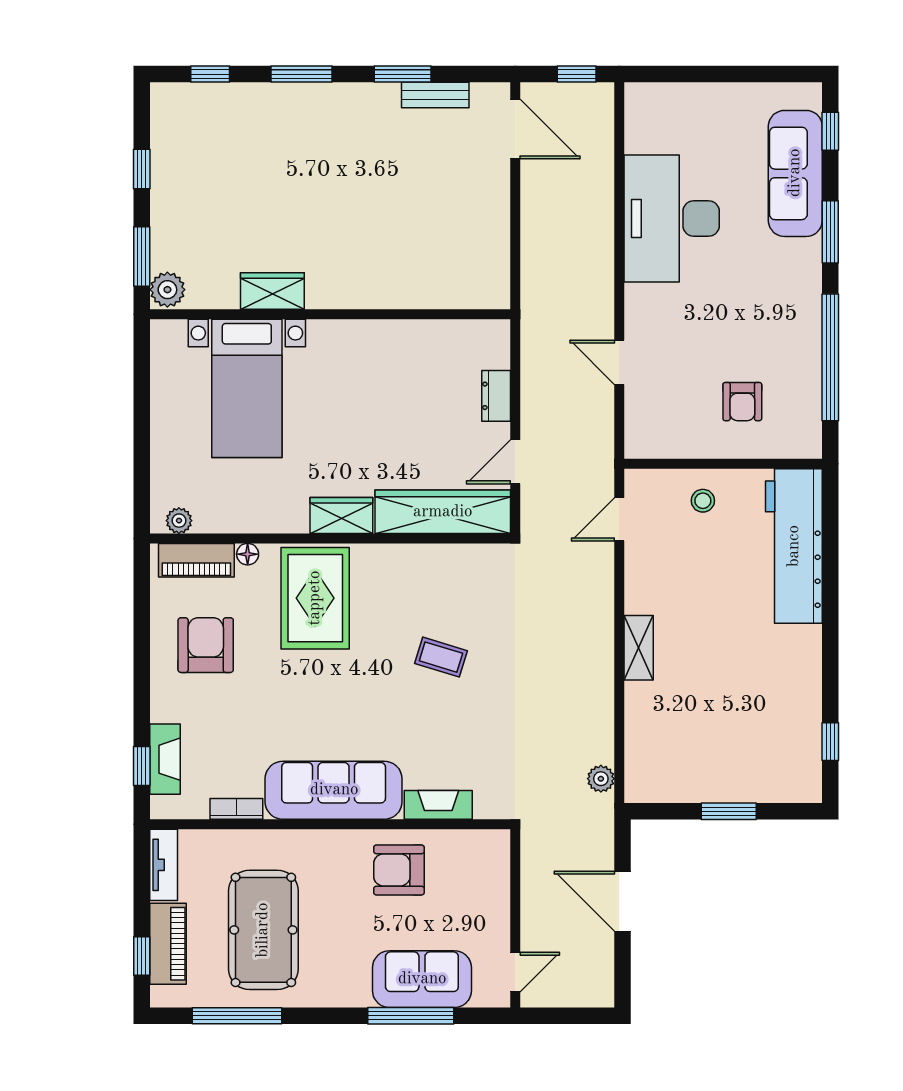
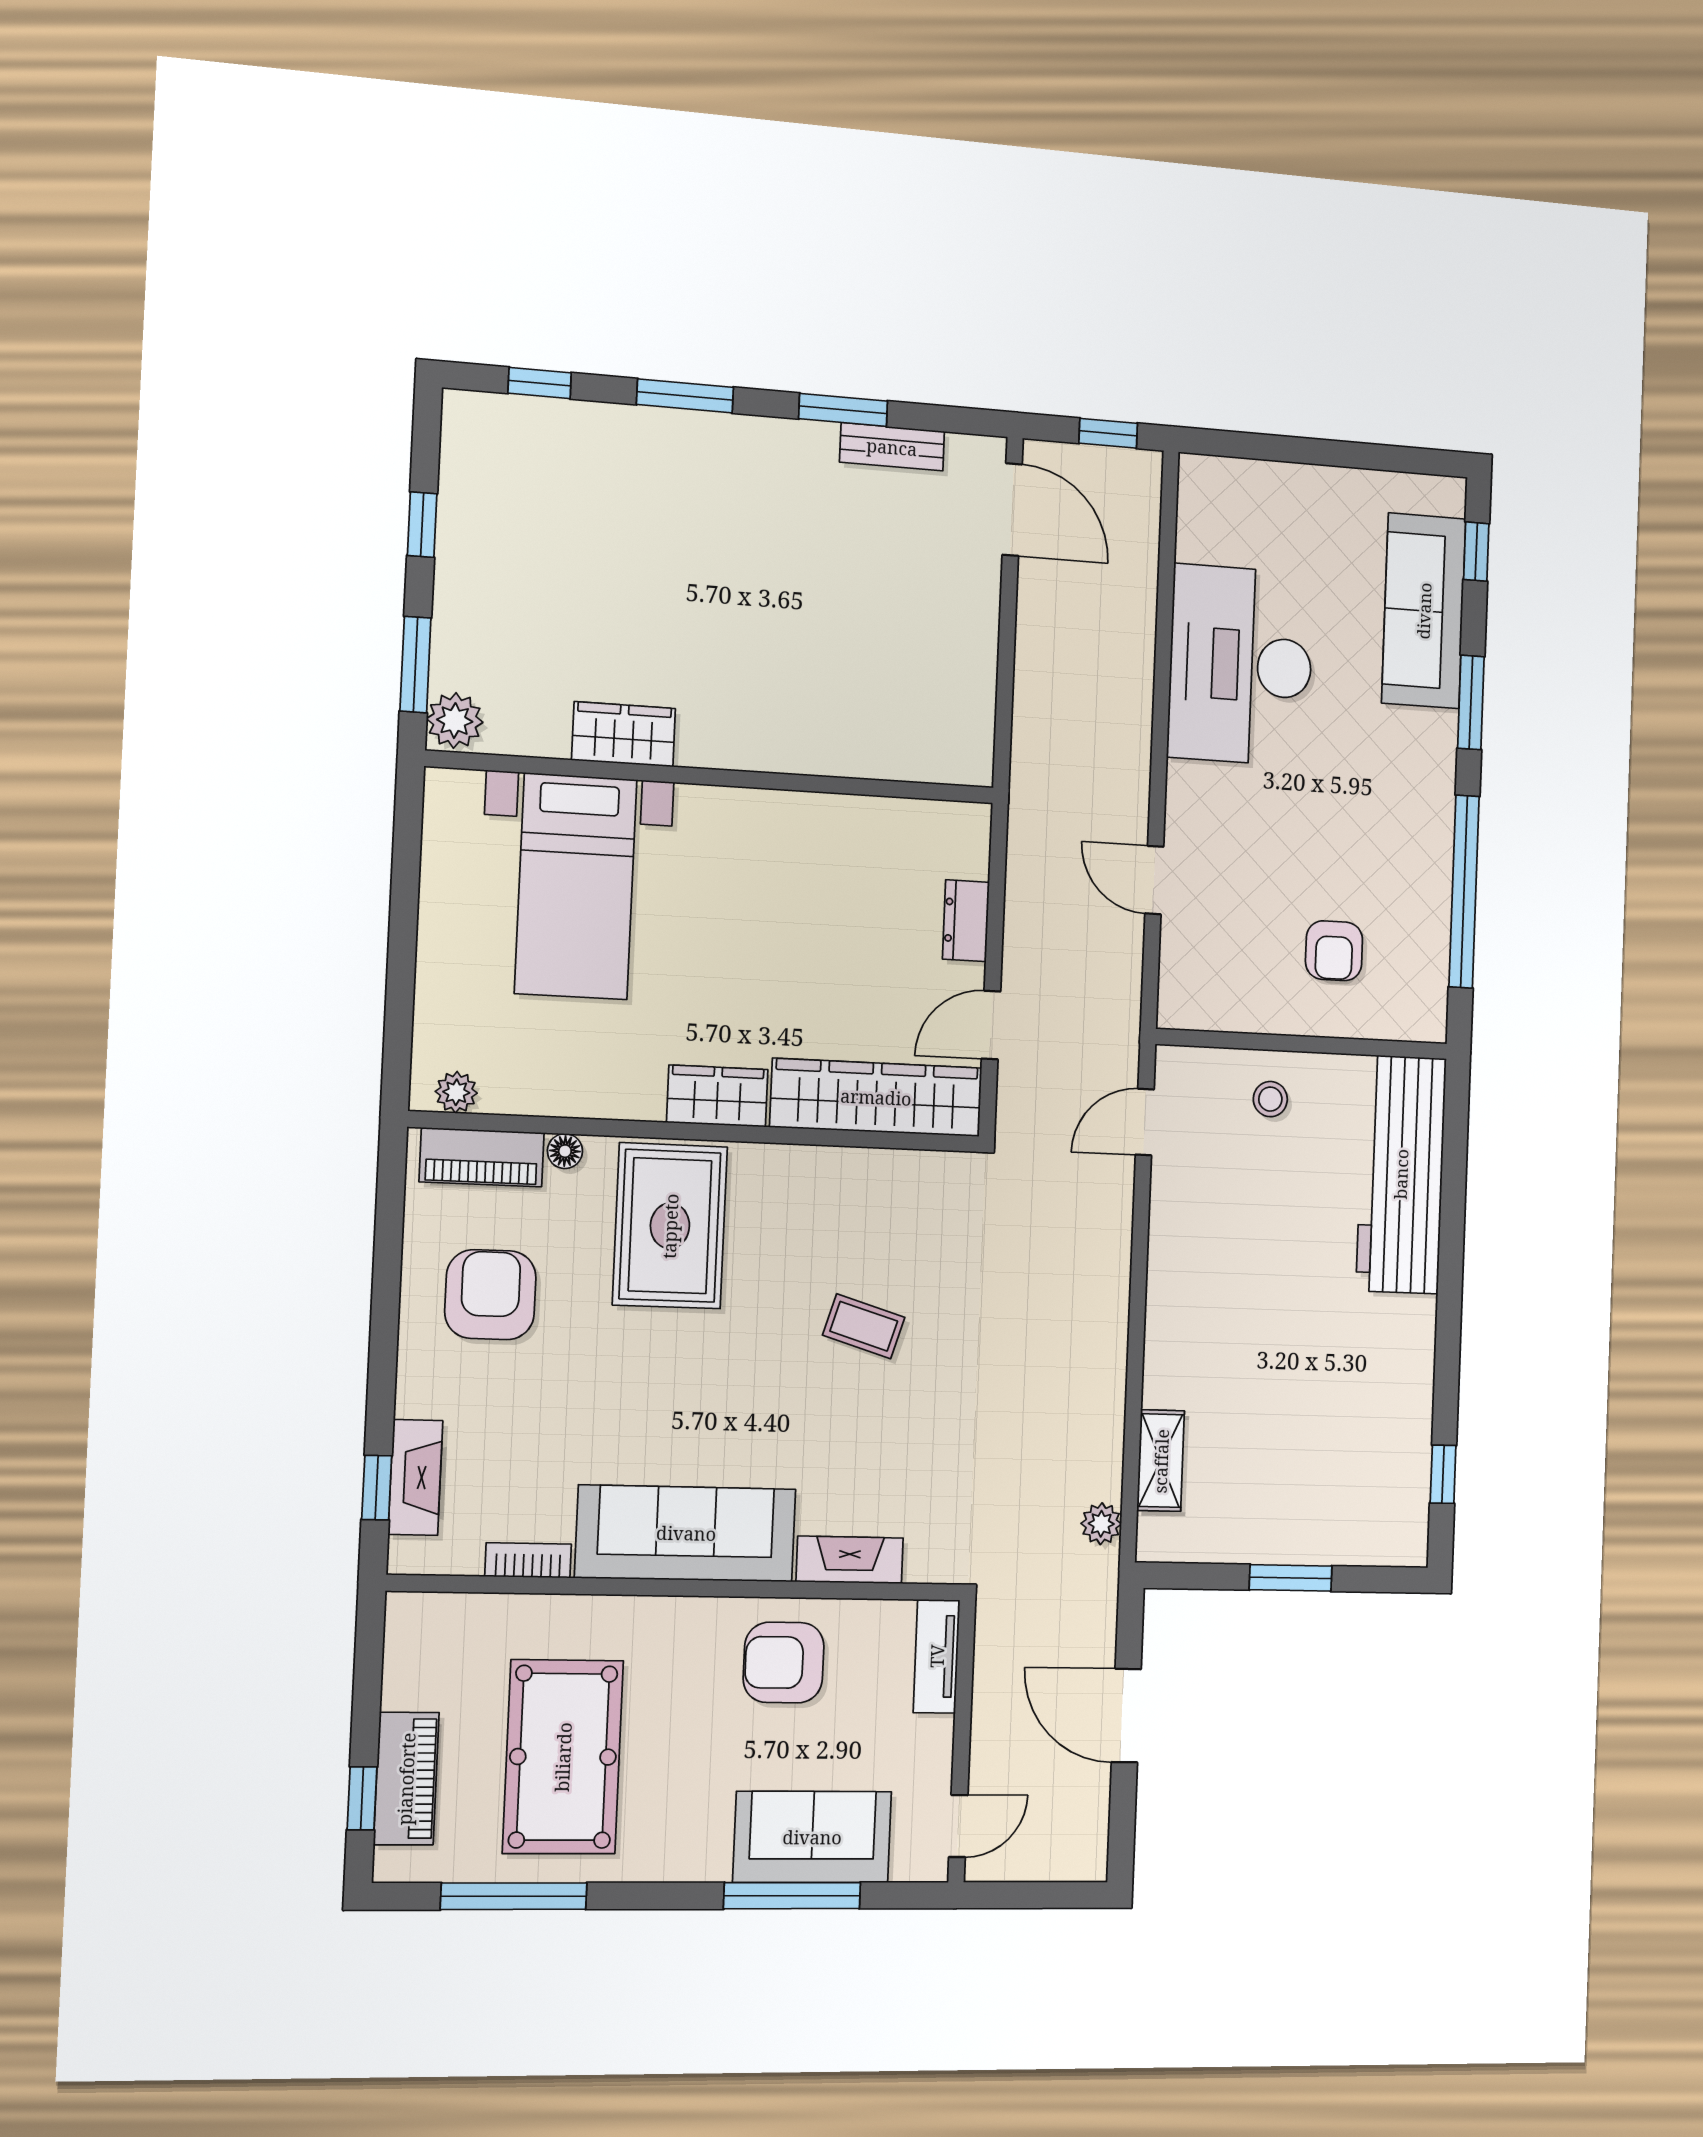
shelving: (639, 648) -> (1161, 1461), moved
tv unit: (164, 865) -> (937, 1656), moved, turned 180

